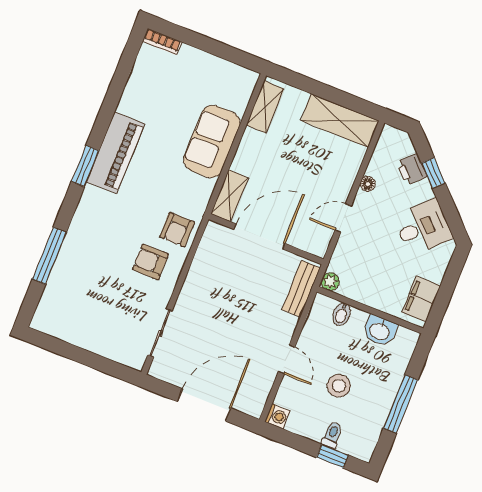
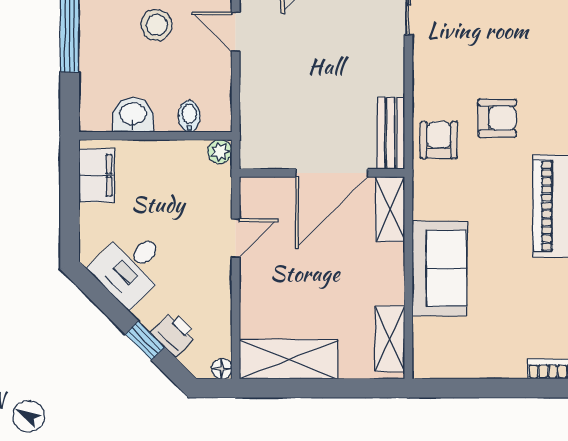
floor lamp: (368, 184) -> (222, 369), moved
armchair: (150, 262) -> (497, 118), moved
bench: (301, 289) -> (391, 133), moved

